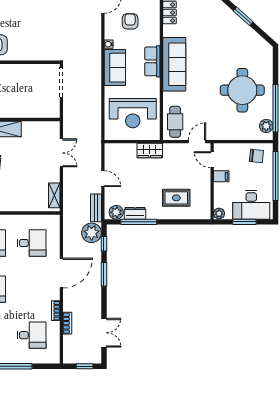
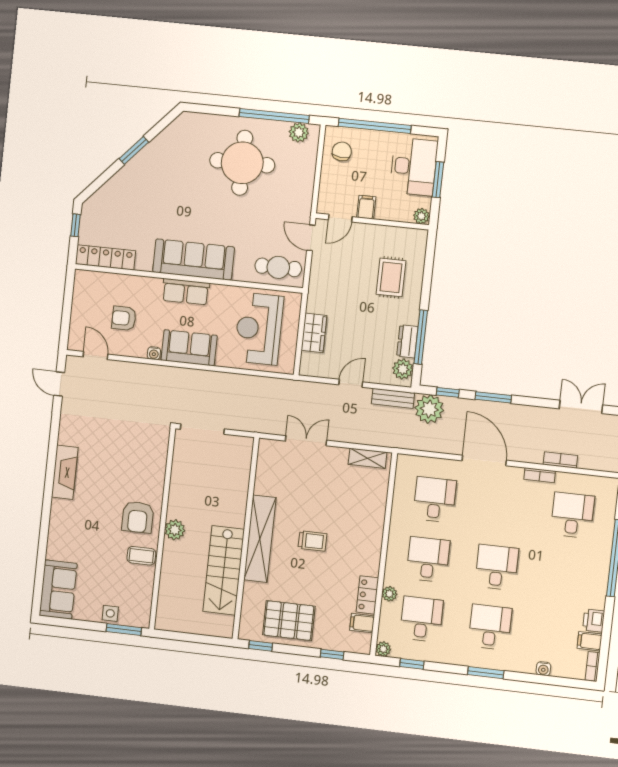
reception desk: (133, 113) -> (259, 329), turned 180
wardrobe: (150, 150) -> (314, 333), moved

